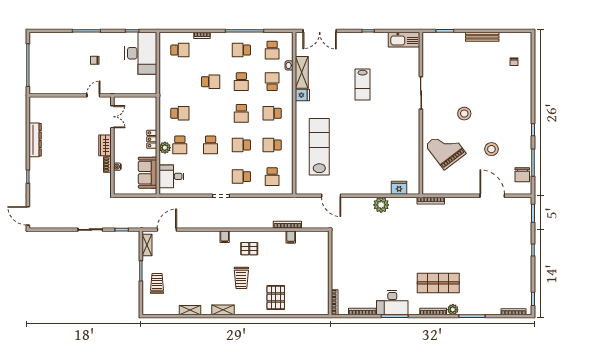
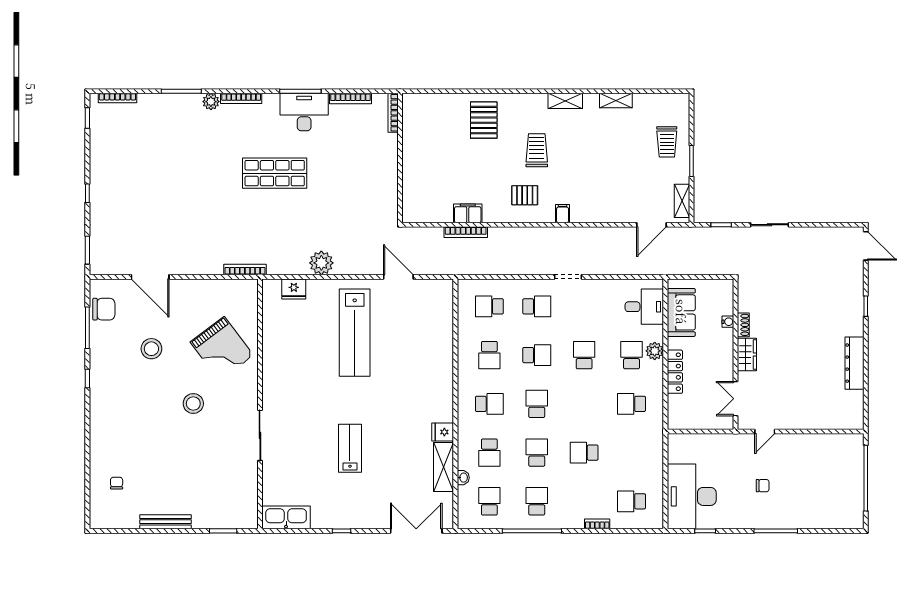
school desk: (241, 50) -> (537, 501), turned -90
locker: (152, 139) -> (675, 372), width x1.53
school desk: (272, 145) -> (489, 355), turned 90
lab bench: (319, 147) -> (355, 333), moved
chair: (522, 175) -> (104, 309), turned 90
school desk: (272, 177) -> (489, 306), turned -90
filing cabinet: (291, 237) -> (468, 213), width x2.00
shop shelf: (438, 283) -> (275, 173), moved

